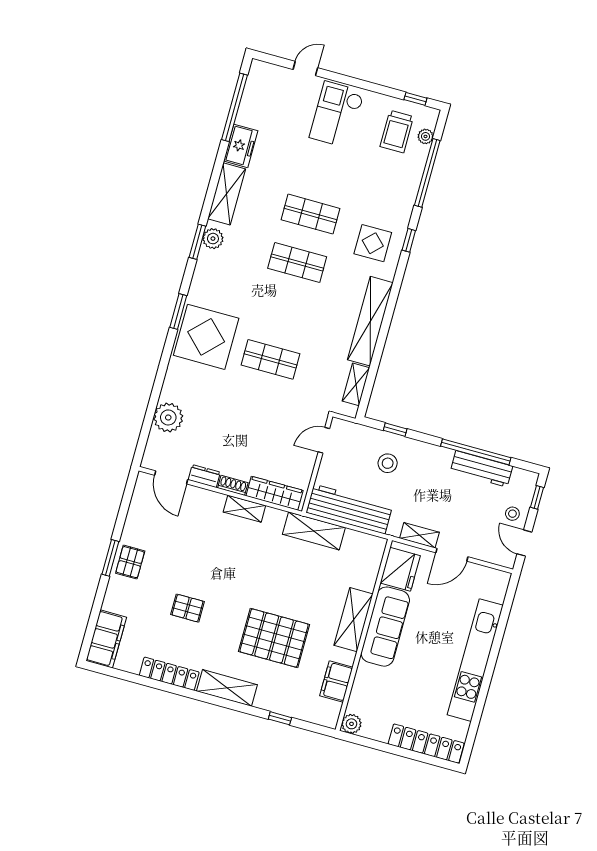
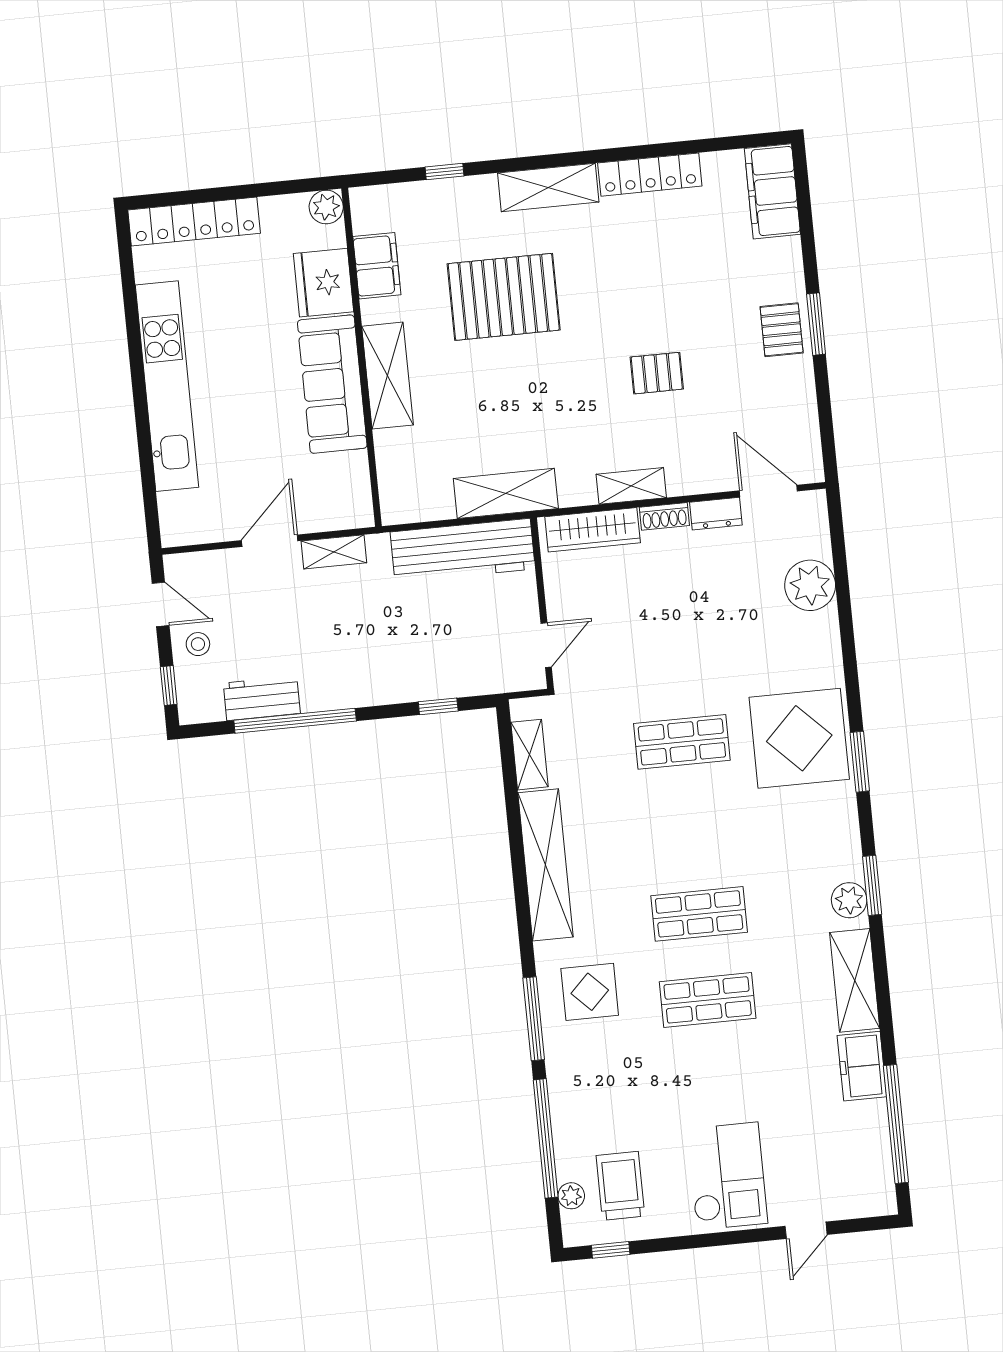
window: (409, 240) -> (534, 1019), width x2.17
stool: (388, 463) -> (430, 648), removed
workbench: (481, 469) -> (262, 698), width x0.73
fridge: (400, 569) -> (323, 283), moved
pallet: (188, 608) -> (657, 373), moved

